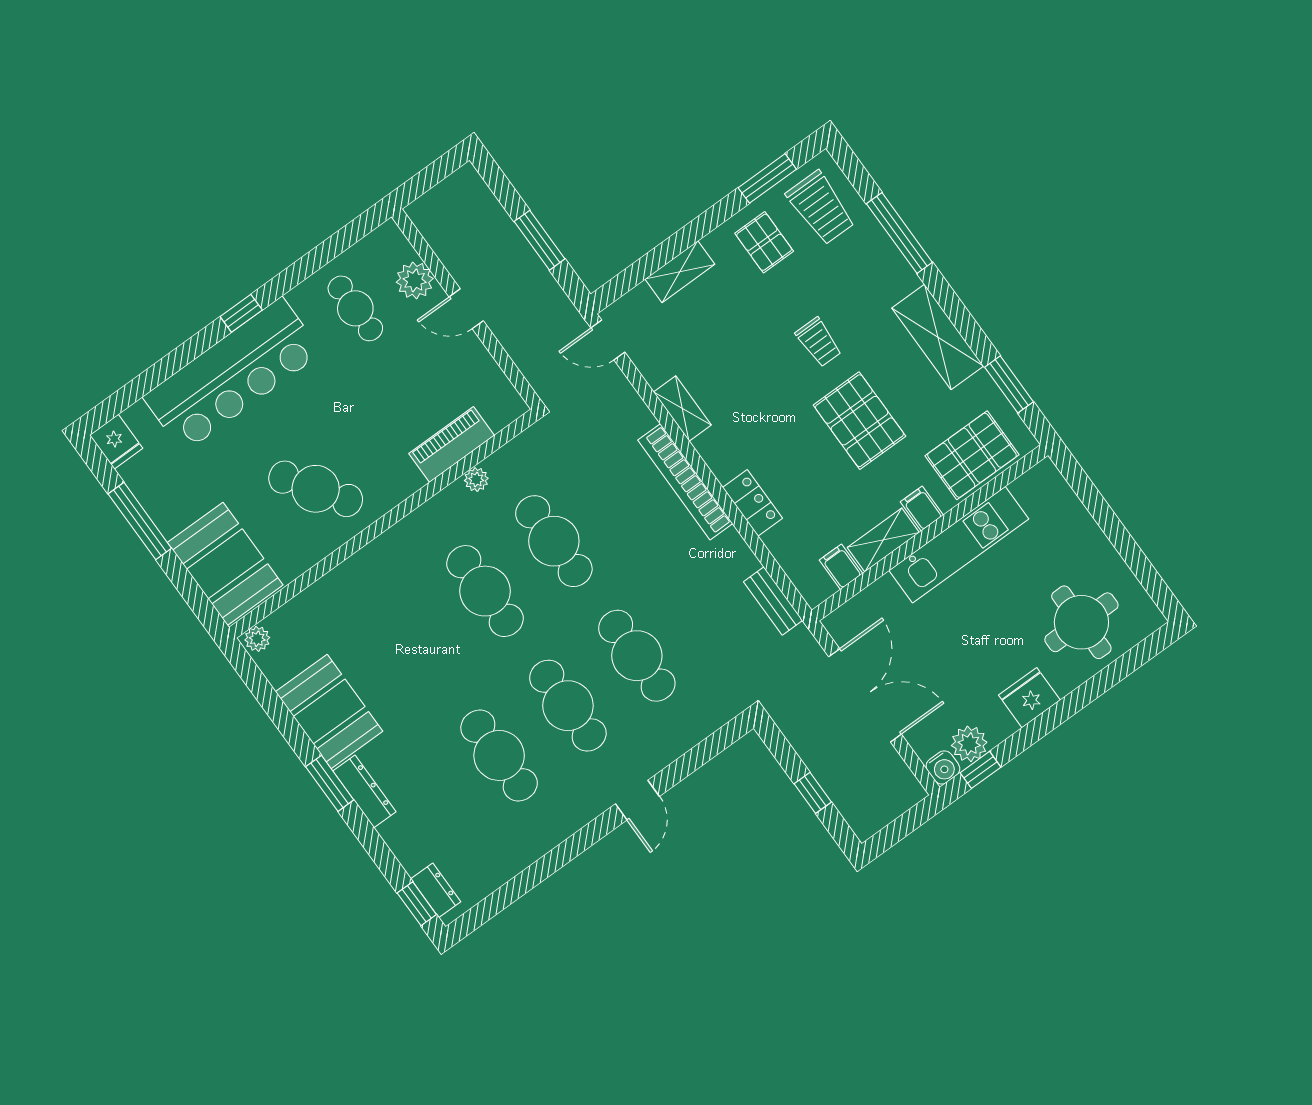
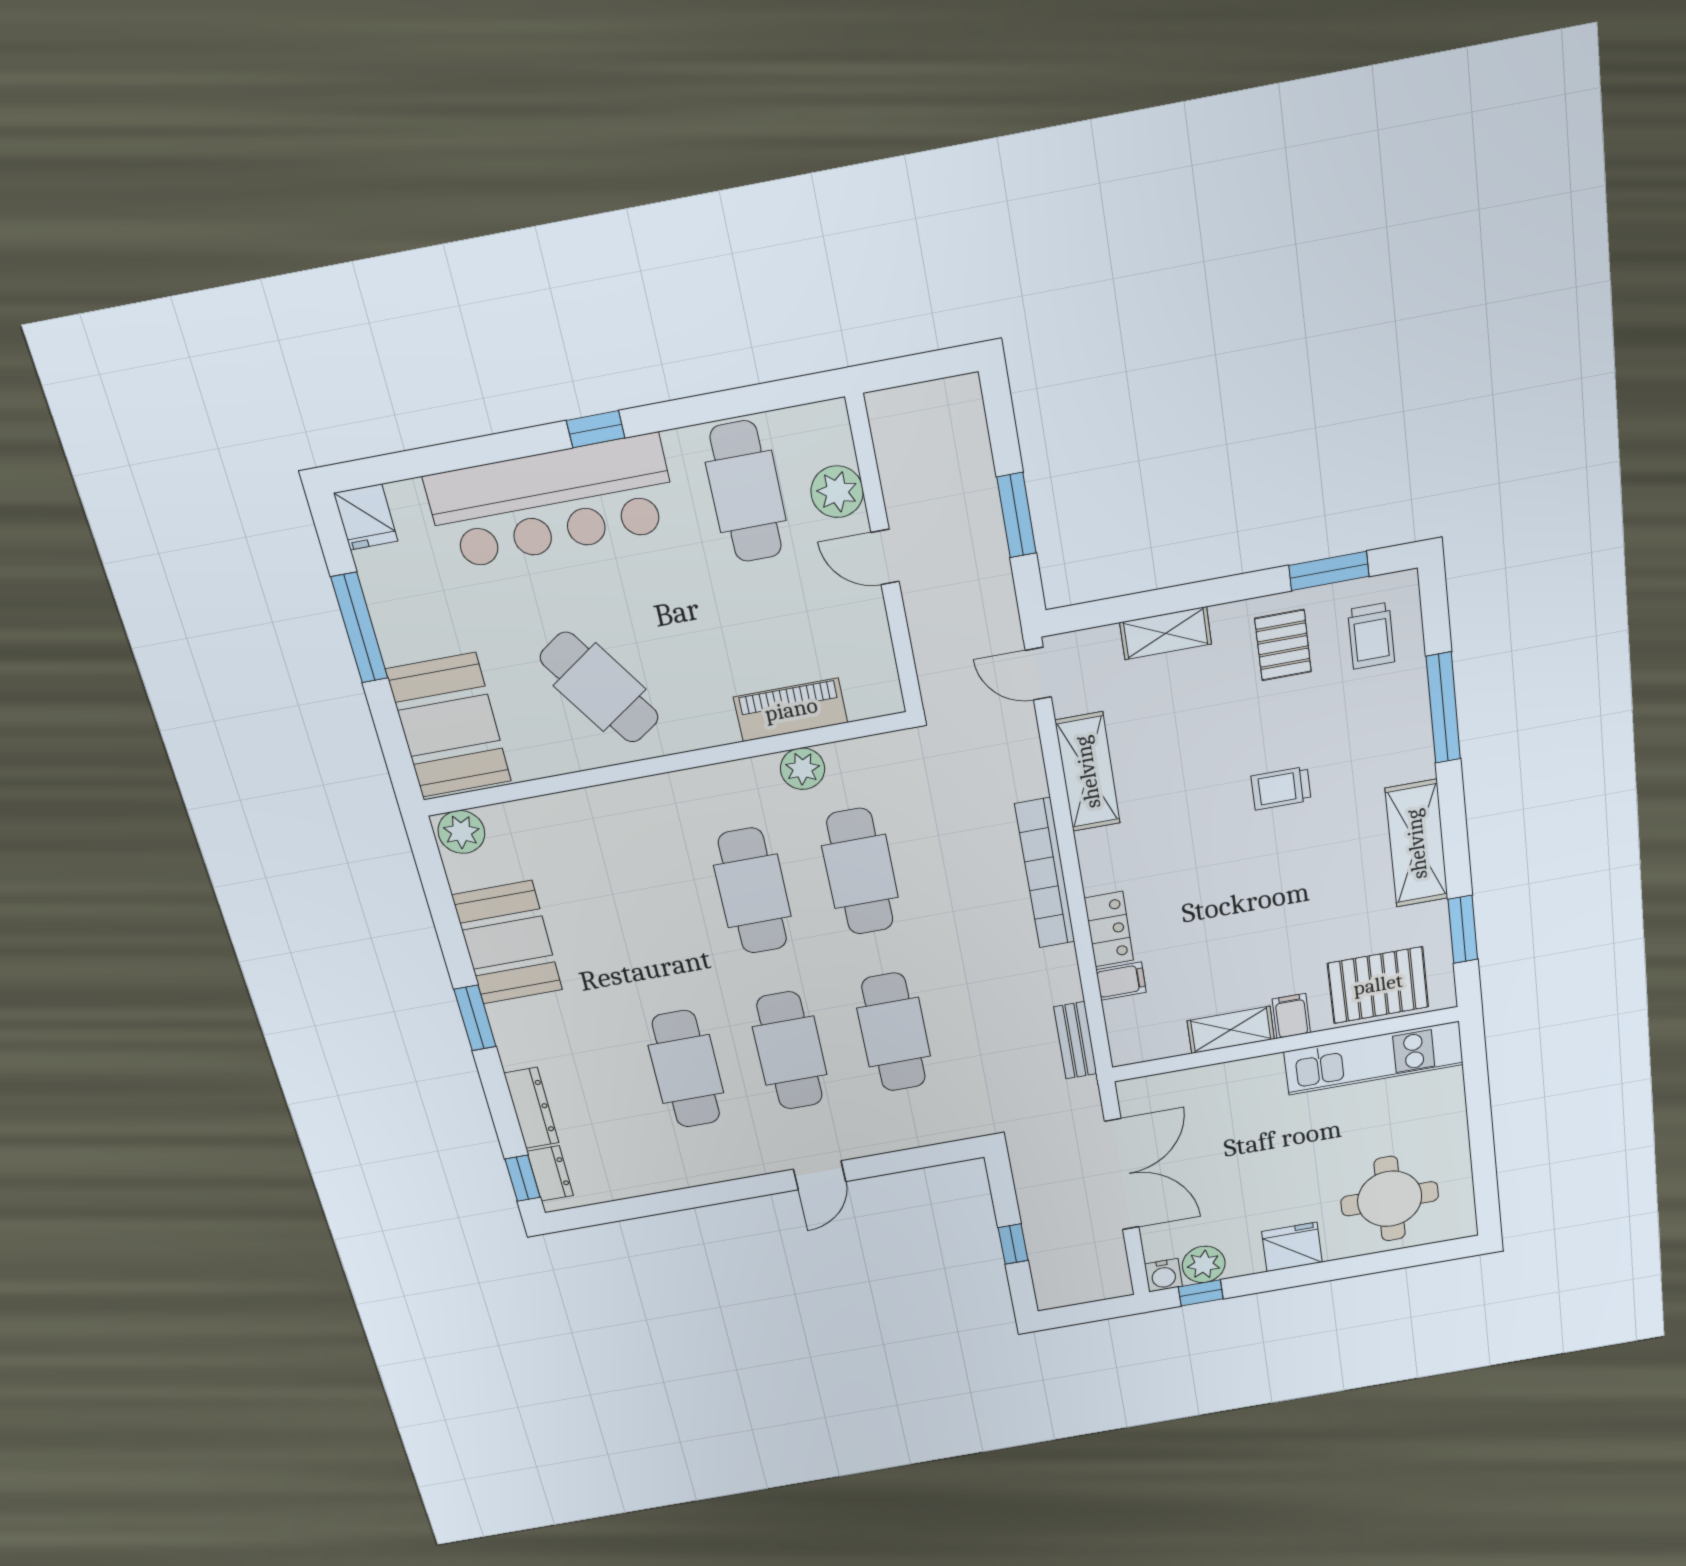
trolley: (821, 208) -> (1371, 636), width x0.73, depth x0.72
cafe table: (355, 308) -> (746, 492), width x1.37, depth x1.35
trolley: (819, 342) -> (1281, 788), turned 90
shelving: (682, 408) -> (1088, 772), width x1.50, depth x1.33
pallet: (859, 421) -> (1277, 894), removed
plant: (476, 479) -> (803, 769), width x1.38, depth x1.38
kitchen unit: (959, 545) -> (1374, 1058), moved
filing cabinet: (841, 567) -> (1121, 981), moved, turned 90
plant: (257, 639) -> (461, 832), width x1.38, depth x1.38
dresser: (364, 791) -> (531, 1108), moved

